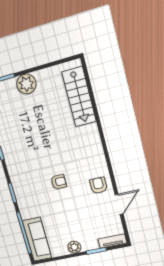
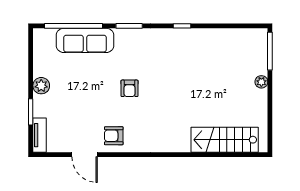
plant: (26, 84) -> (261, 82), width x0.53, depth x0.53
armchair: (99, 185) -> (114, 136), turned 180
sofa: (37, 239) -> (85, 40), moved

